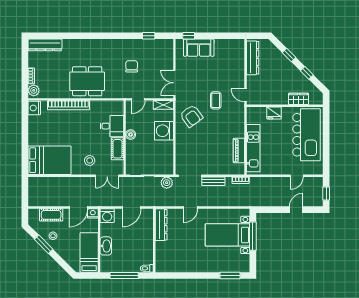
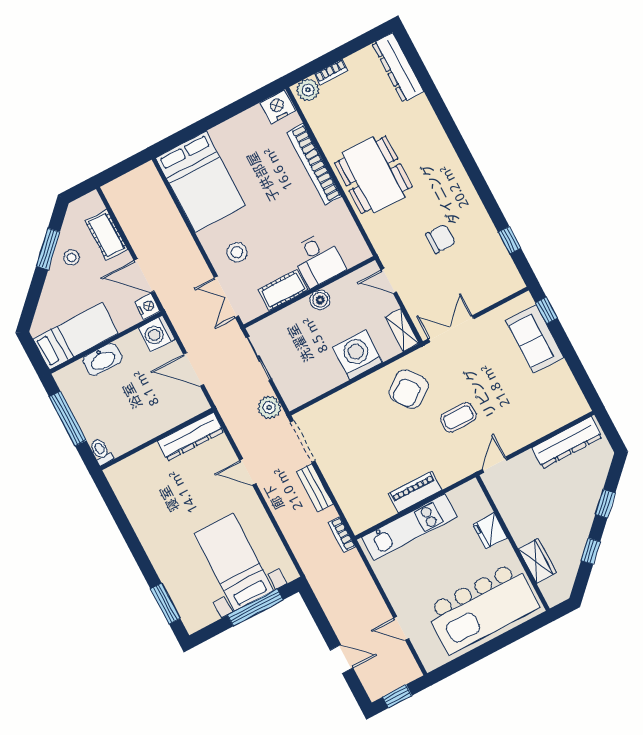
piano: (239, 151) -> (415, 492), moved

